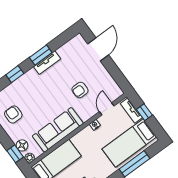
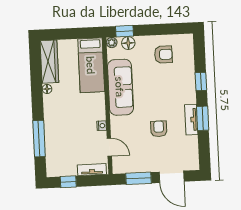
window: (115, 73) -> (139, 178), added
armchair: (80, 90) -> (159, 129), moved
window: (144, 112) -> (68, 182), moved
bed: (129, 143) -> (62, 147), removed

